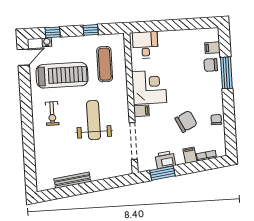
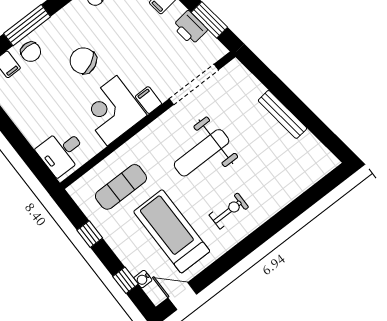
chair: (186, 121) -> (83, 61), moved
bench: (72, 180) -> (282, 114), moved

